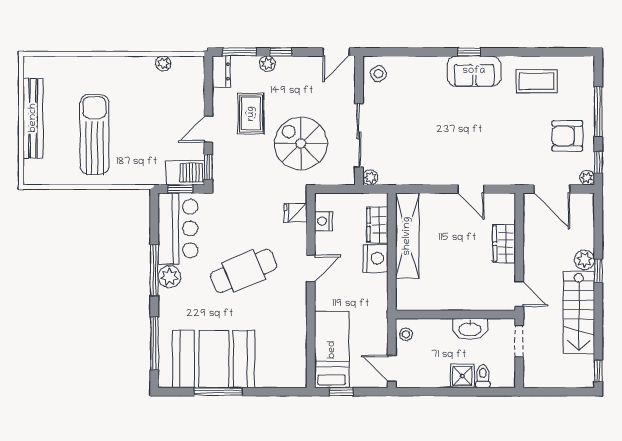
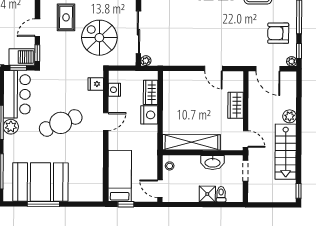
shelving: (407, 236) -> (191, 142), moved, turned 90
window: (598, 271) -> (299, 124), removed

